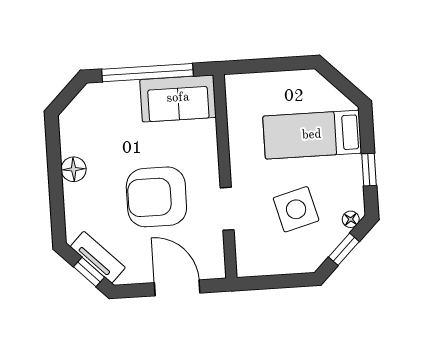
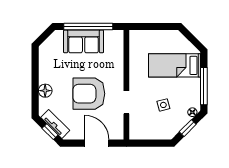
sofa: (178, 98) -> (84, 41), moved
floor lamp: (74, 169) -> (45, 91), moved
window: (369, 170) -> (204, 86), width x2.17
side table: (296, 209) -> (163, 105), width x0.54, depth x0.54

